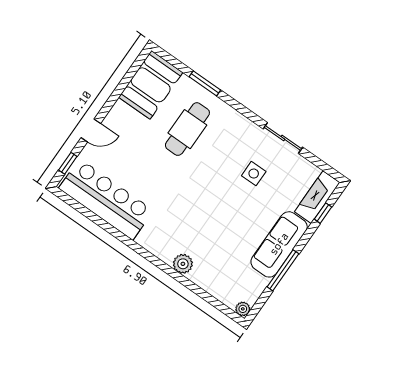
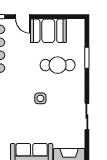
booth: (151, 85) -> (48, 31), moved
side table: (254, 174) -> (40, 98), moved

